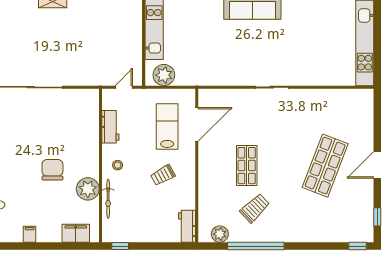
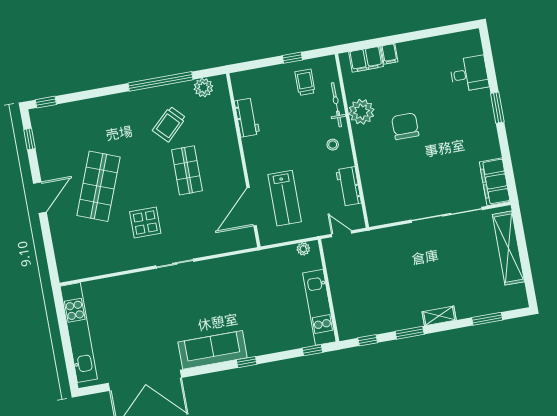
plant: (164, 75) -> (303, 249), width x0.53, depth x0.53
door: (124, 87) -> (342, 234), swing flipped
display table: (291, 127) -> (145, 223), added
chair: (52, 170) -> (405, 126), turned 180
trolley: (163, 175) -> (305, 82), moved, turned -61
workbench: (187, 226) -> (247, 117), moved
filing cabinet: (30, 234) -> (389, 54), moved
window: (120, 246) -> (292, 58), moved

